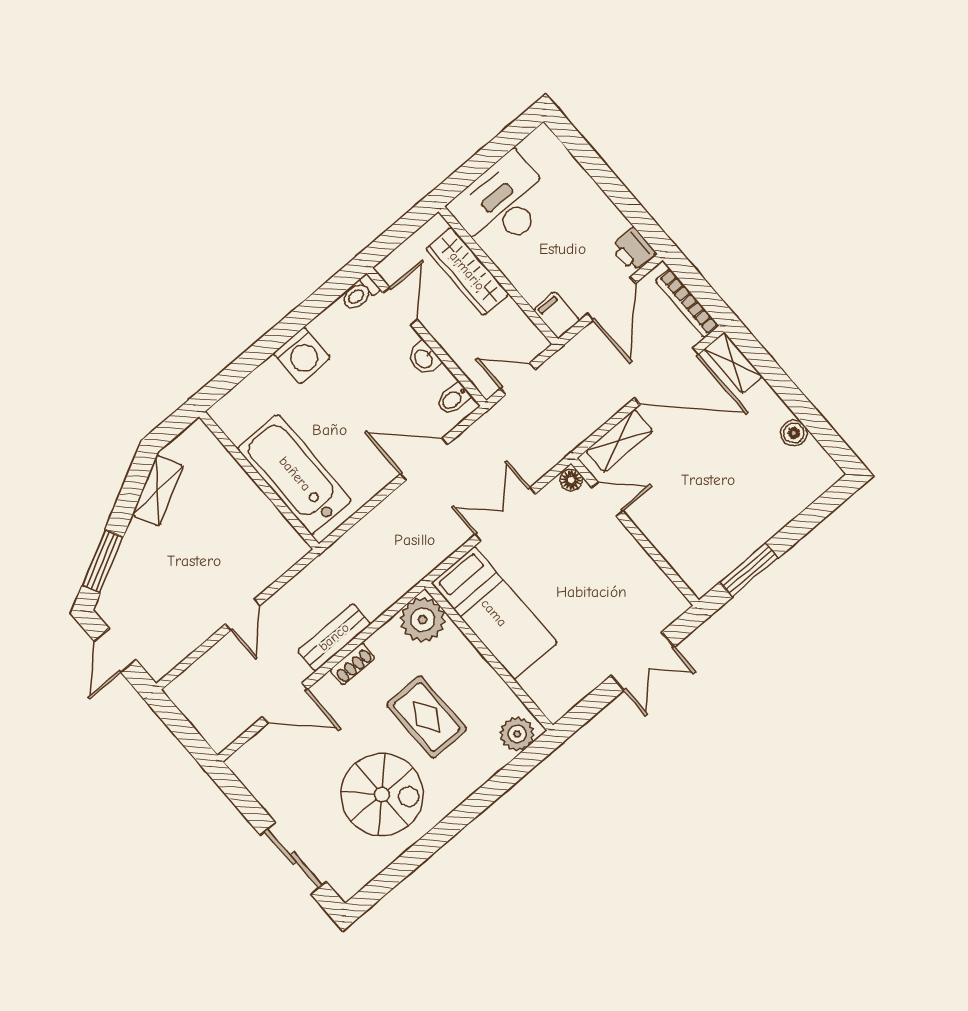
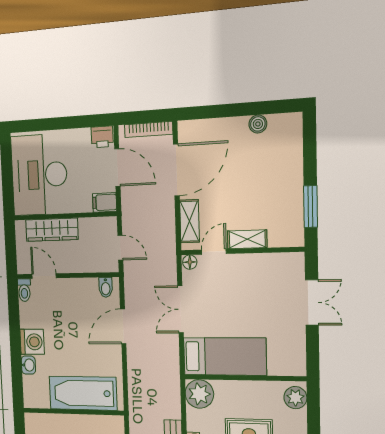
desk: (503, 204) -> (39, 175), width x1.36, depth x1.30
washbasin: (424, 358) -> (28, 365), moved, turned -90
shelving: (733, 363) -> (247, 239), moved
door: (518, 379) -> (120, 248), swing flipped

